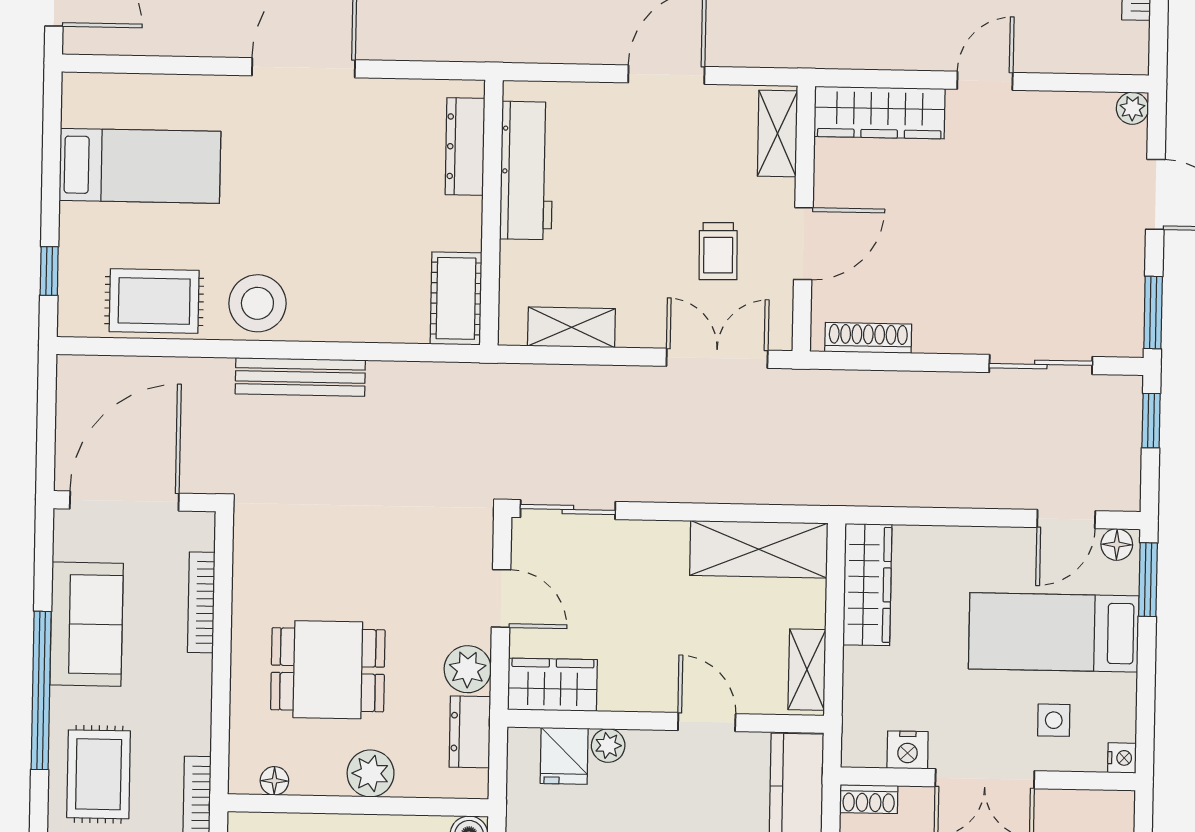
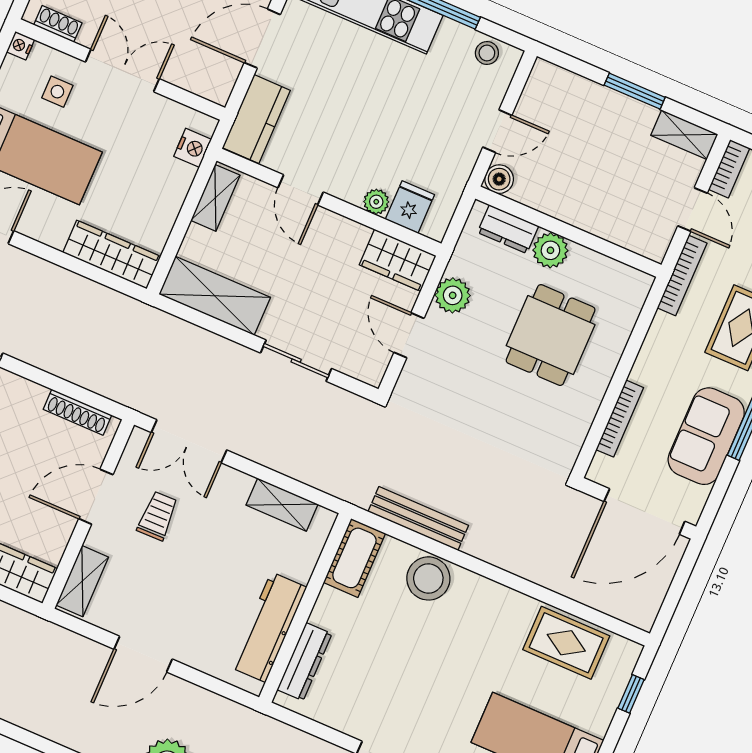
stool: (257, 303) -> (428, 578), moved
bench: (300, 377) -> (418, 519), moved
sliding door: (568, 510) -> (296, 361), moved
wardrobe: (867, 585) -> (112, 255), moved, turned 90
dining table: (328, 670) -> (551, 335), turned 90
dresser: (470, 732) -> (508, 229), moved, turned 90
nightstand: (908, 750) -> (193, 148), moved, turned 90
floor lamp: (274, 781) -> (620, 273), removed
shoe rack: (869, 799) -> (58, 24), moved

